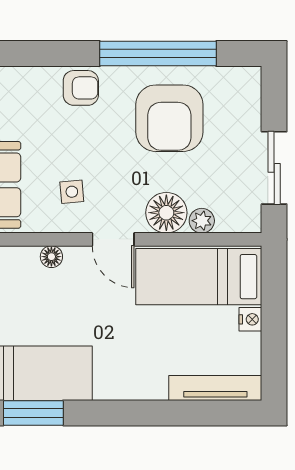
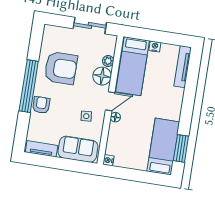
window: (158, 54) -> (29, 86), moved
floor lamp: (51, 257) -> (115, 117), moved

